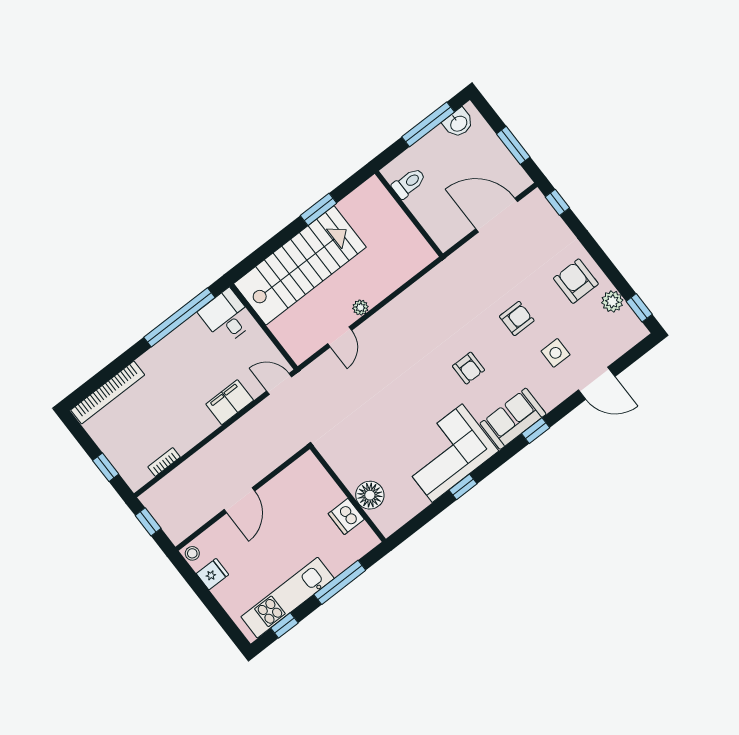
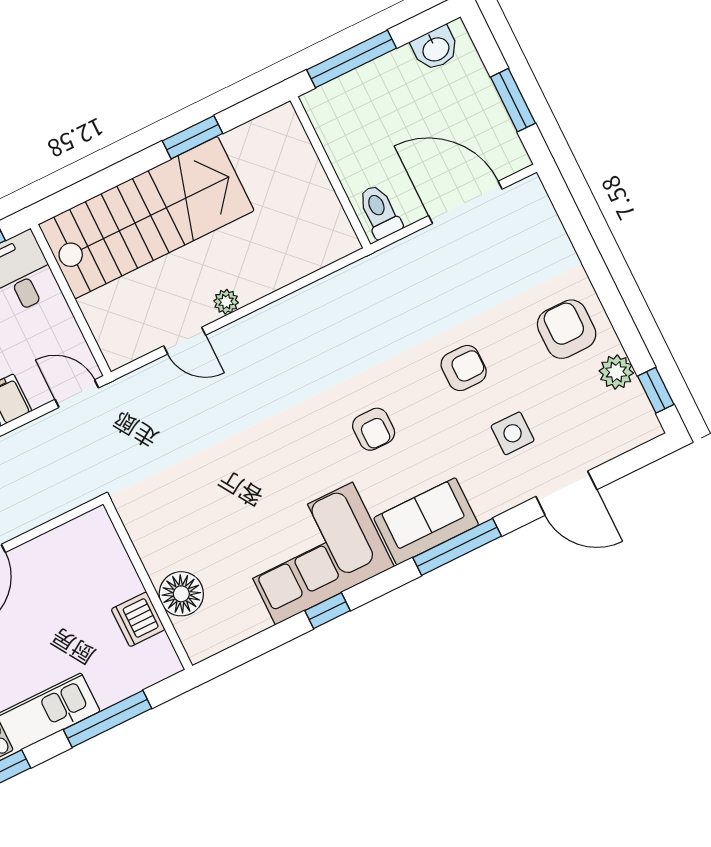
window: (428, 124) -> (352, 59), moved
toilet: (409, 183) -> (380, 212), moved, turned -90
window: (557, 202) -> (563, 202), removed
door: (340, 337) -> (185, 341), hinge flipped
window: (536, 431) -> (457, 547), width x2.17

